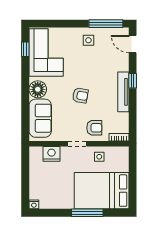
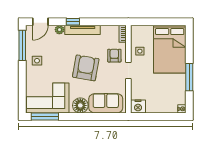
window: (25, 49) -> (45, 116), width x2.17
plant: (124, 66) -> (59, 30), added
armchair: (80, 95) -> (86, 68), width x1.88, depth x1.88
nightstand: (51, 154) -> (138, 106), moved, turned -90
window: (87, 213) -> (189, 77), moved

